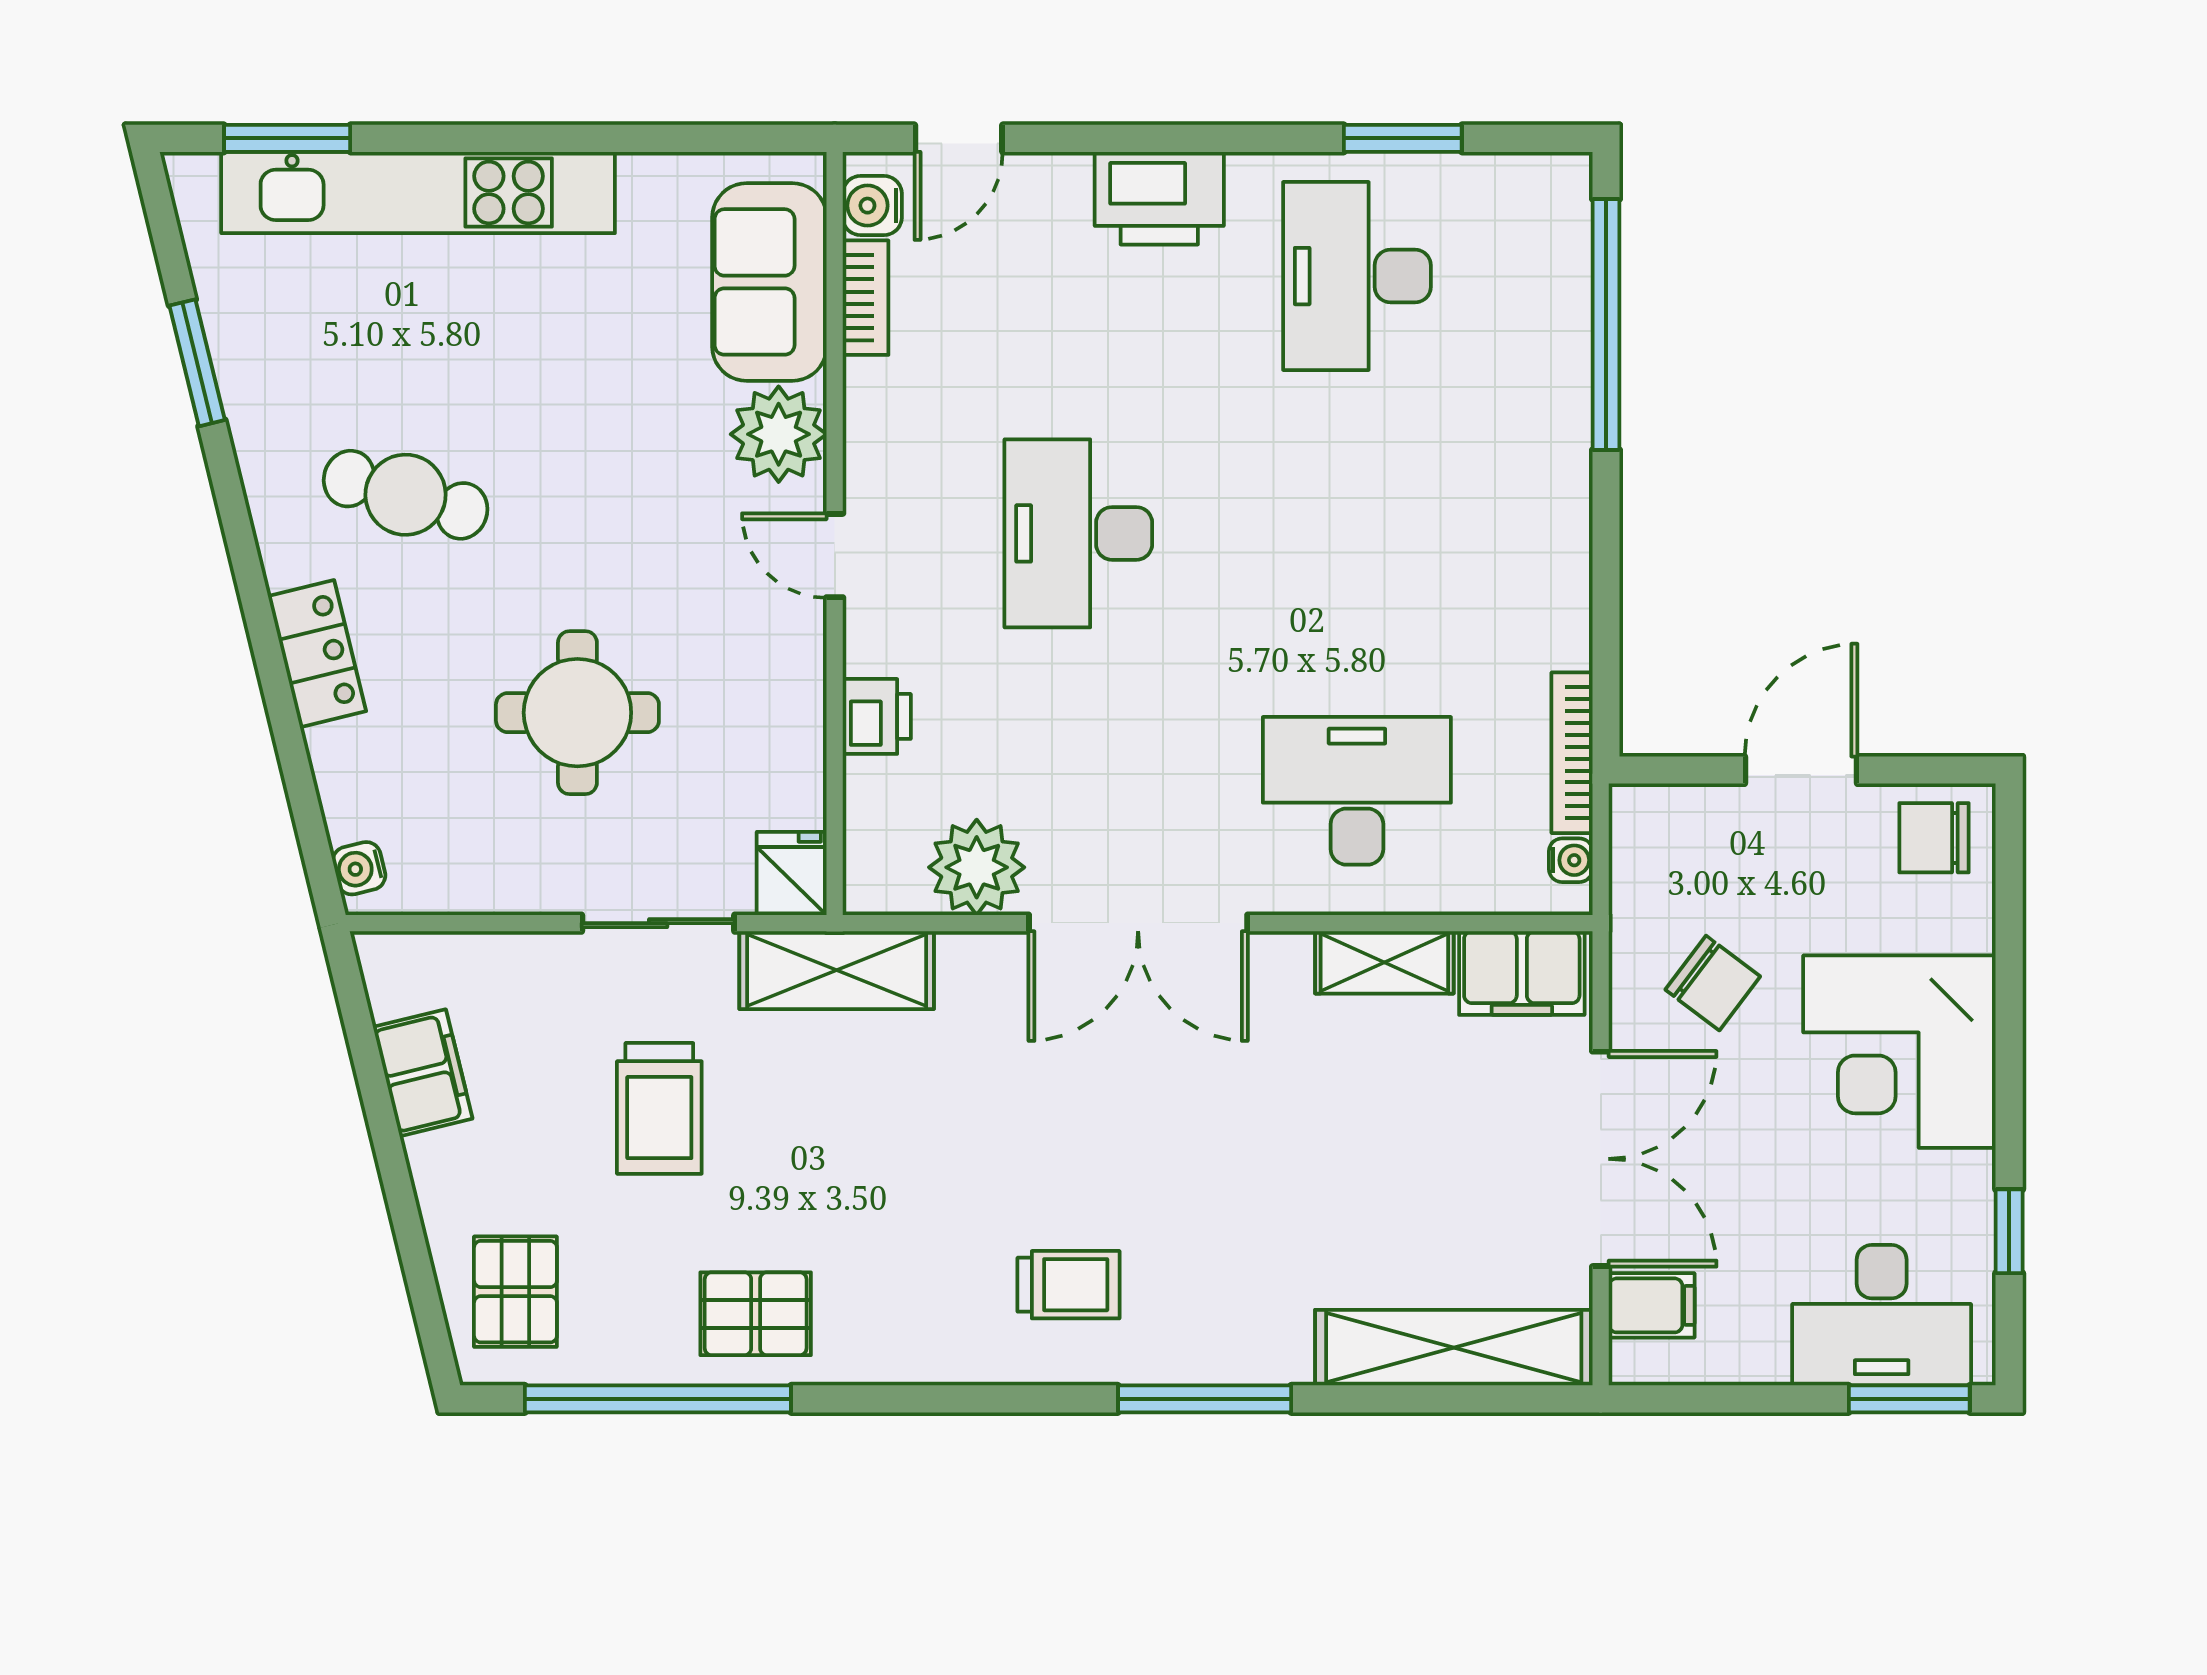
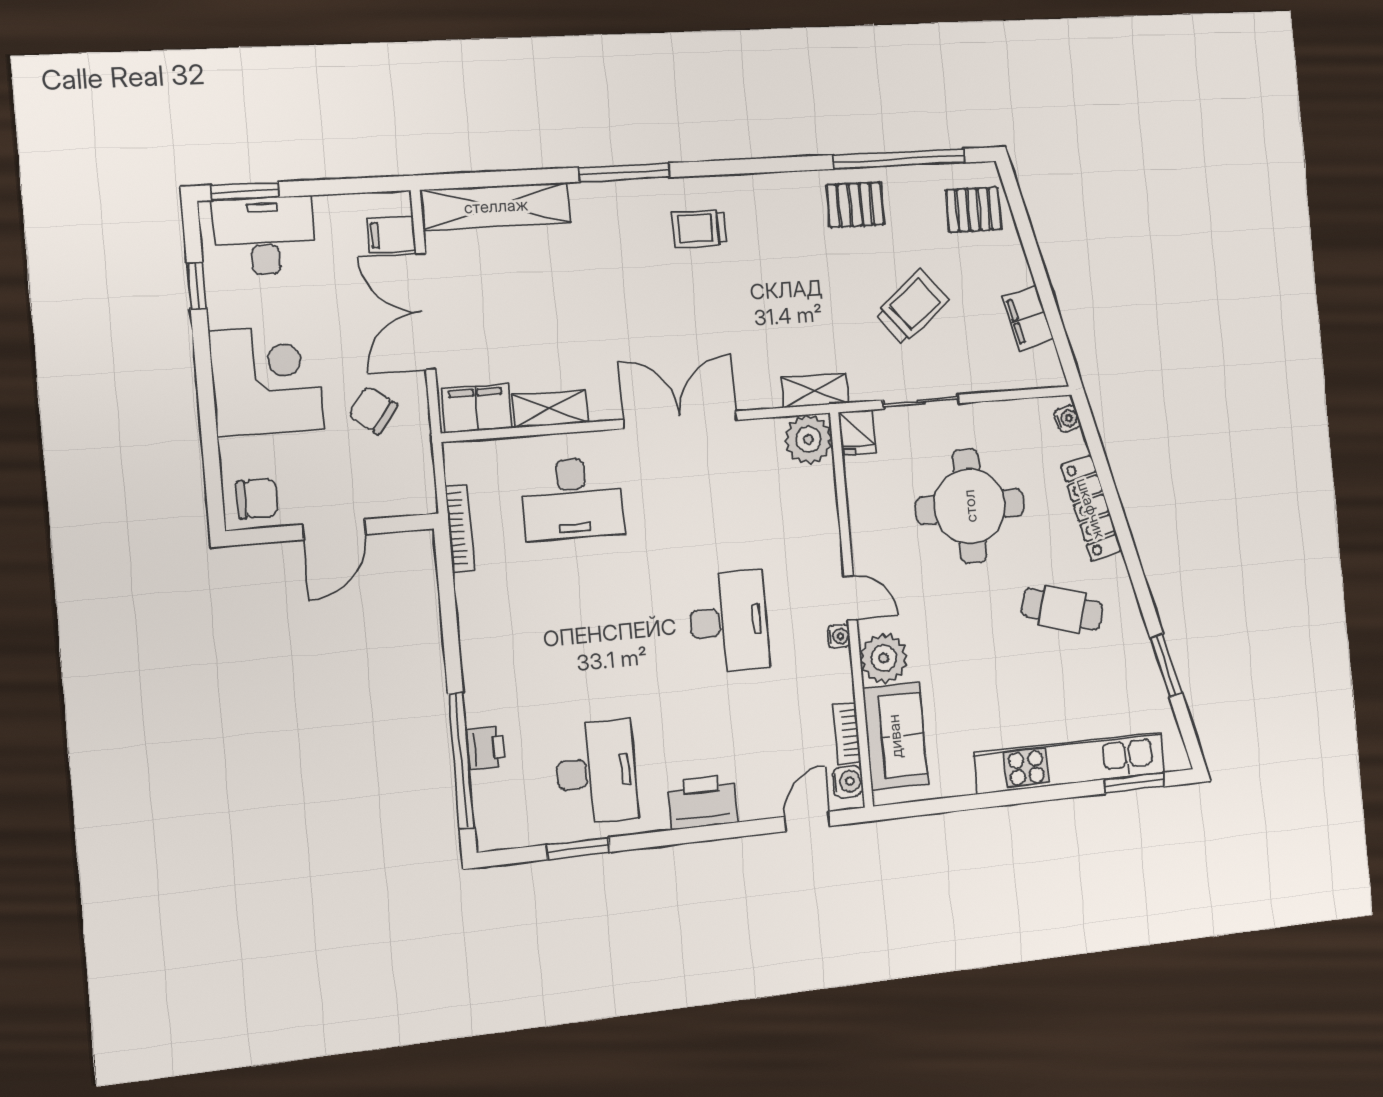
locker: (317, 654) -> (1091, 508), width x1.53
round table: (577, 713) -> (970, 506), width x1.36, depth x1.36
printer: (877, 716) -> (486, 748), moved, turned 180
water cooler: (1571, 860) -> (839, 636), moved, turned 180
plant: (977, 867) -> (808, 439), moved
shelving: (837, 970) -> (815, 390), width x0.67, depth x0.75
trolley: (659, 1108) -> (912, 307), turned 51
pallet: (515, 1292) -> (974, 210), turned 90

